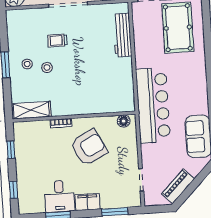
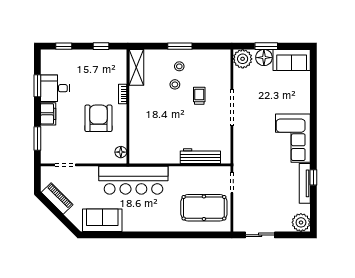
armchair: (89, 147) -> (98, 118), turned -153

